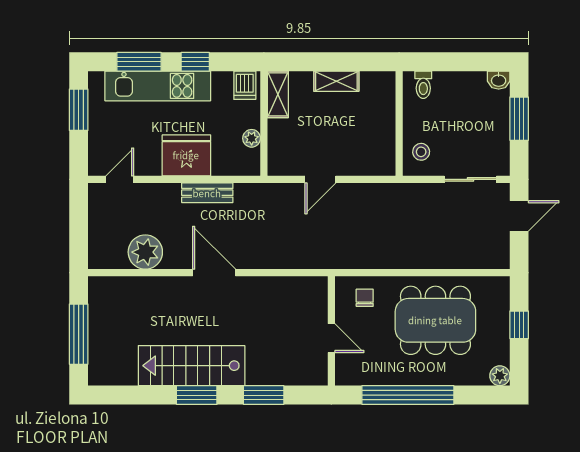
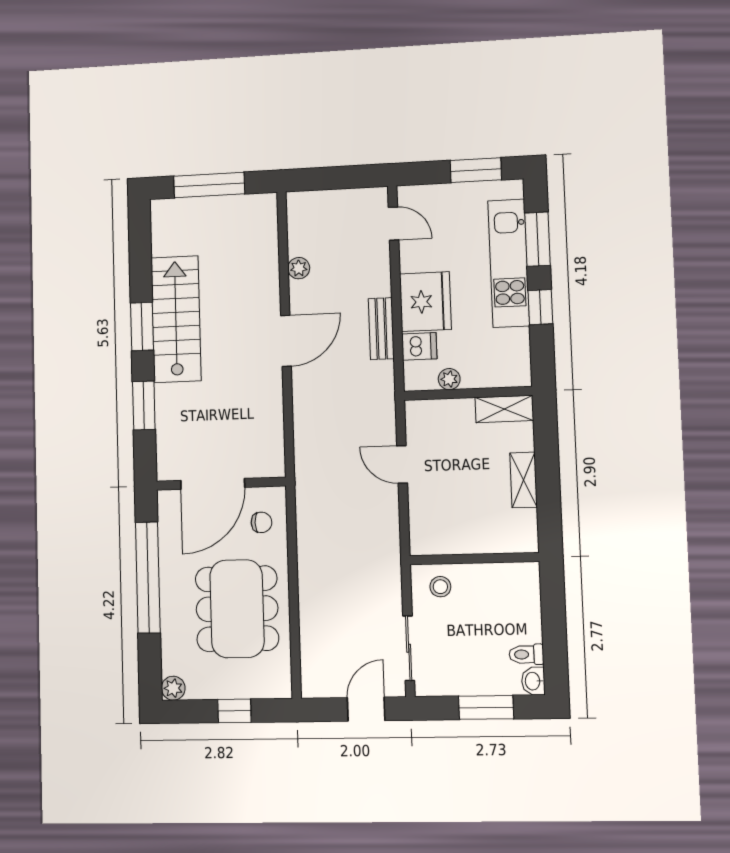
dishwasher: (245, 85) -> (419, 346), moved, turned 180
toilet: (423, 85) -> (526, 654), moved
door: (519, 216) -> (366, 709), swing flipped
plant: (145, 252) -> (299, 268), width x0.53, depth x0.53
door: (331, 338) -> (213, 484), width x1.87

